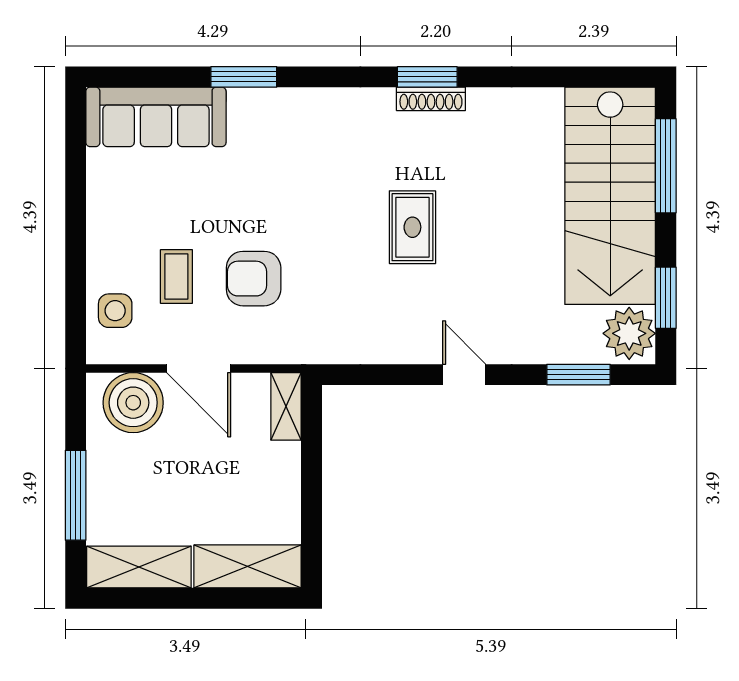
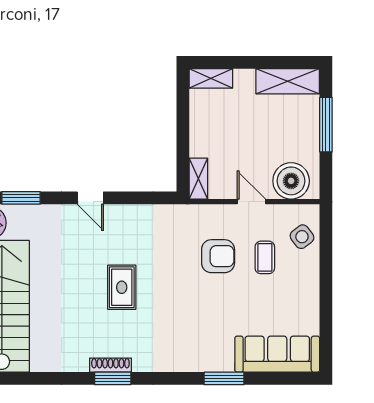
side table: (115, 311) -> (302, 237), turned -37
door: (199, 368) -> (251, 202), width x0.73
shelving: (248, 566) -> (211, 78), width x0.67, depth x0.75

